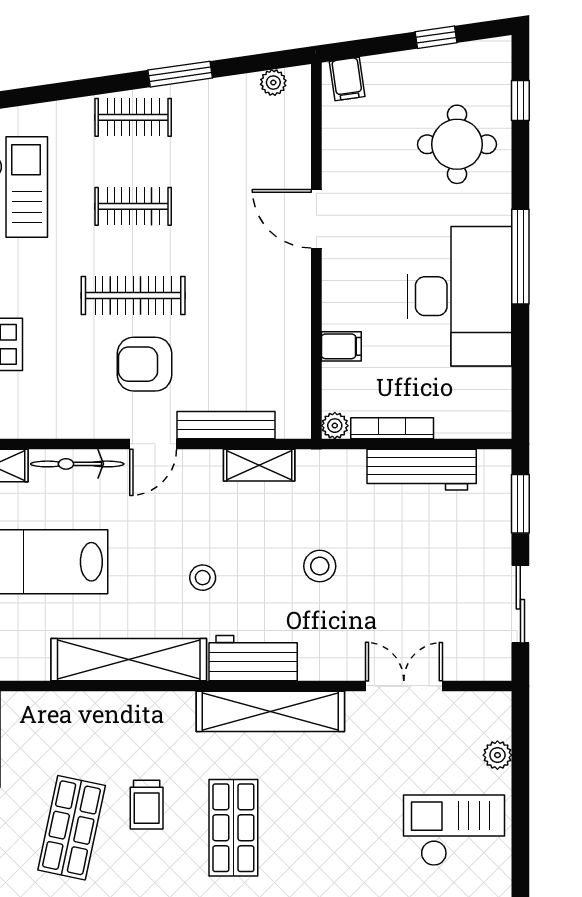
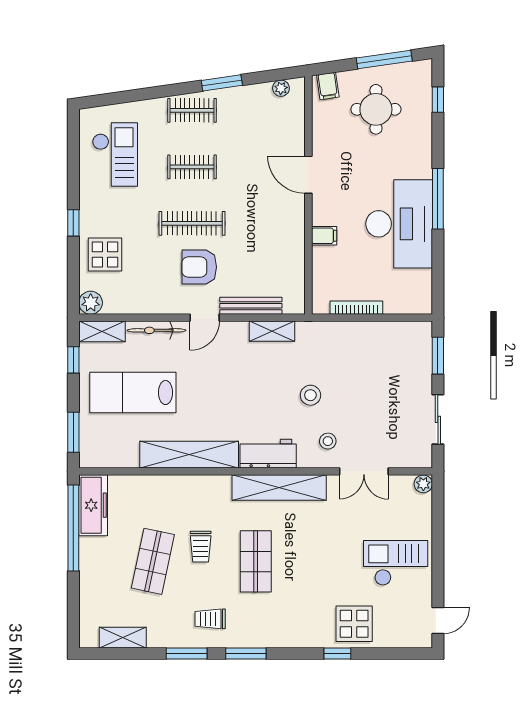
window: (436, 37) -> (384, 59), width x2.17
round table: (457, 144) -> (376, 109), moved
filing cabinet: (341, 346) -> (324, 236), moved
plant: (335, 426) -> (320, 306), removed
workbench: (422, 470) -> (375, 334), removed
stool: (203, 578) -> (328, 441), moved
double door: (404, 686) -> (364, 471), swing flipped
plant: (497, 755) -> (423, 484), moved

